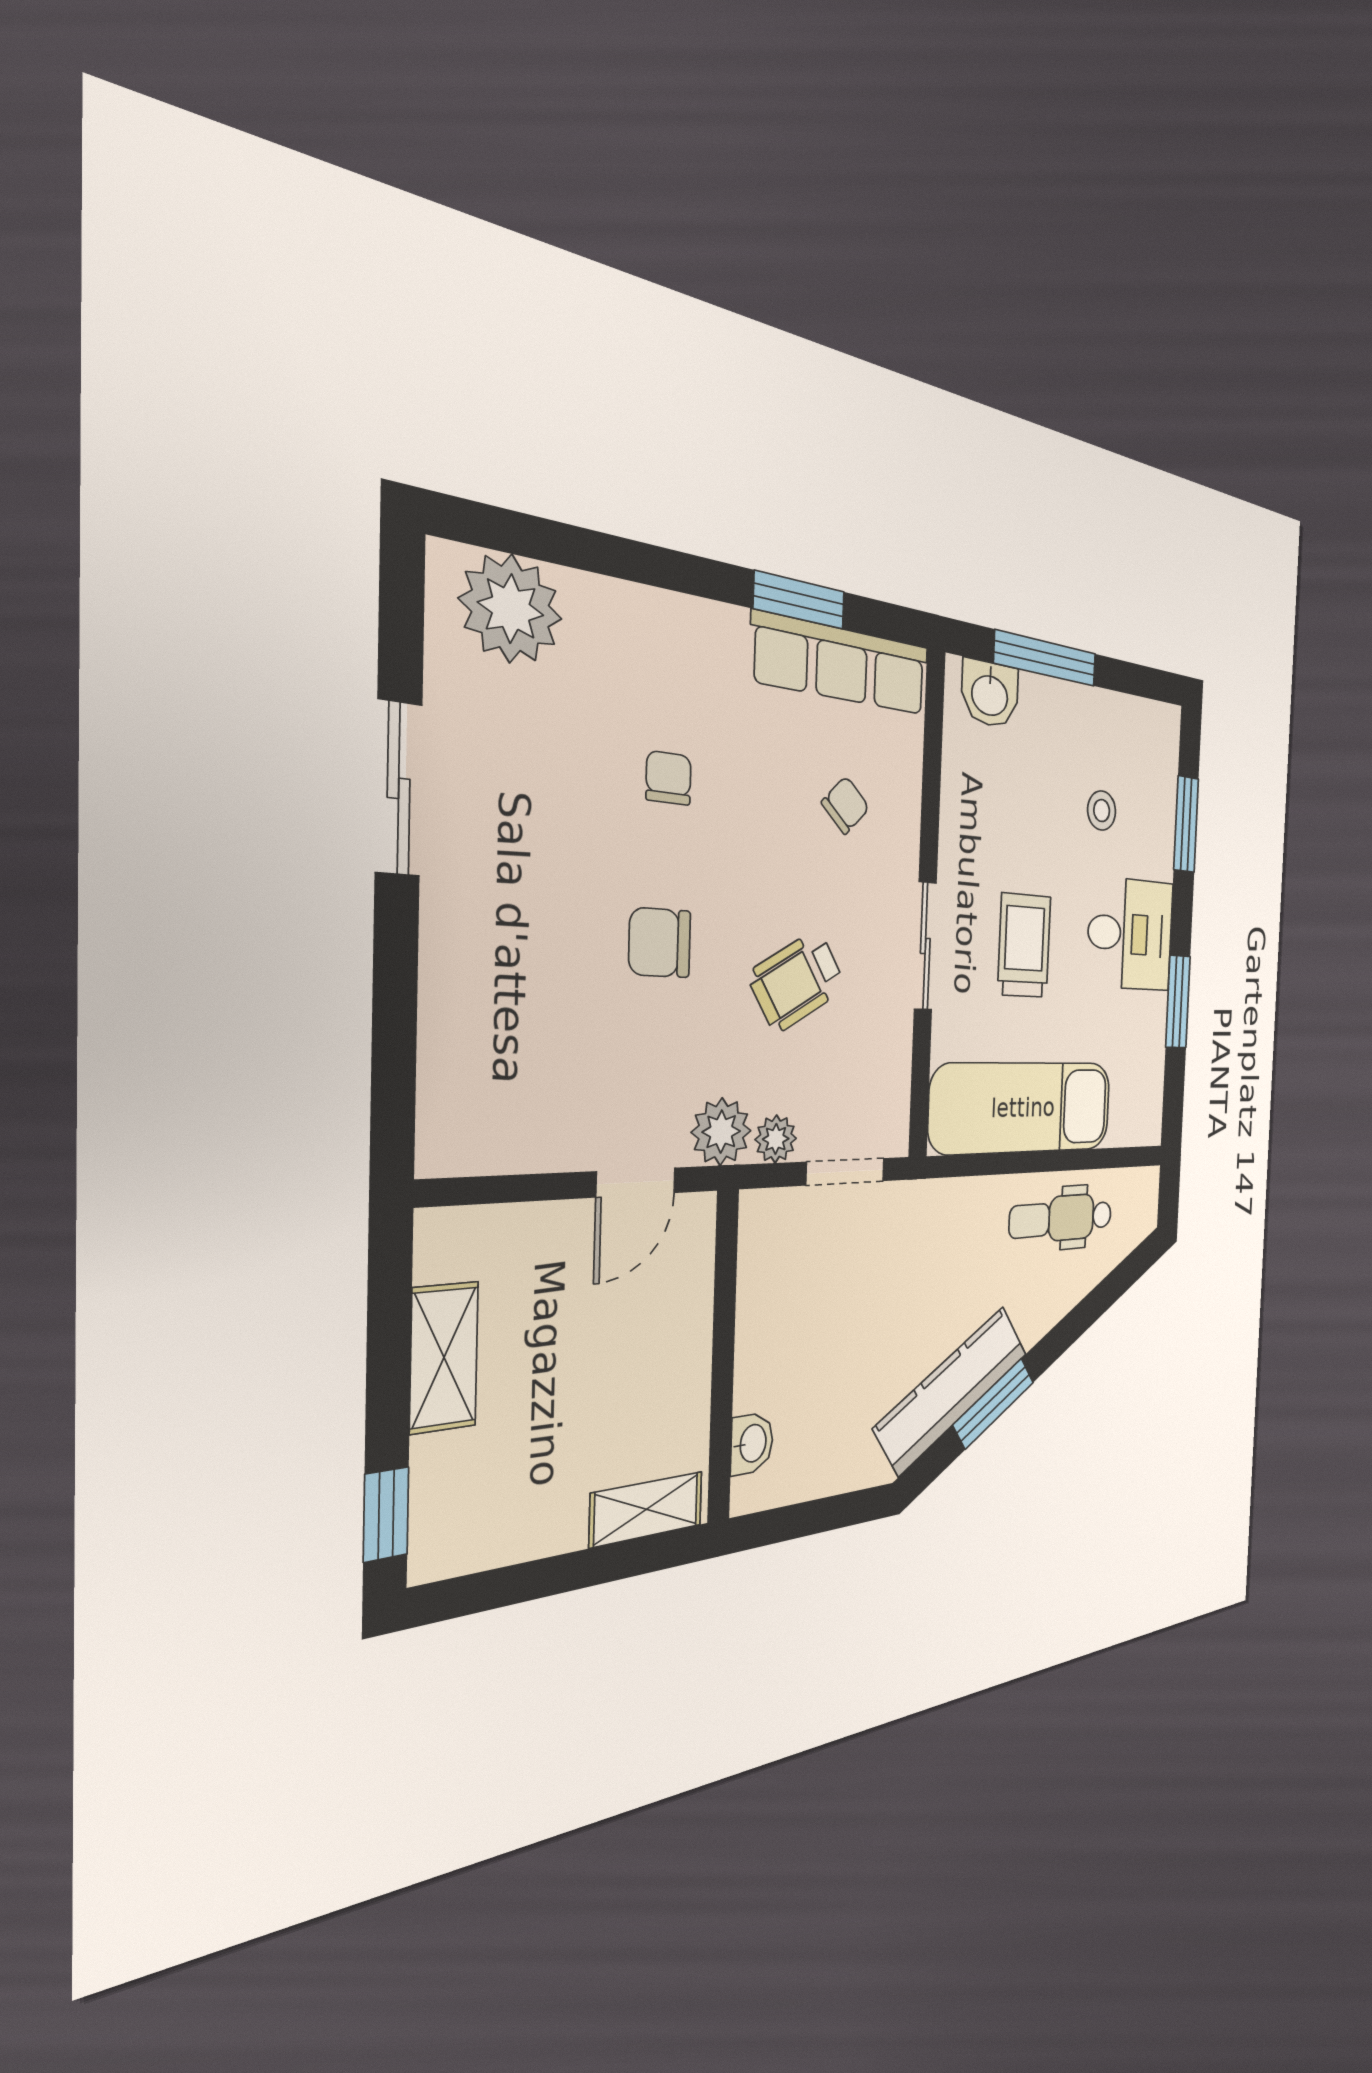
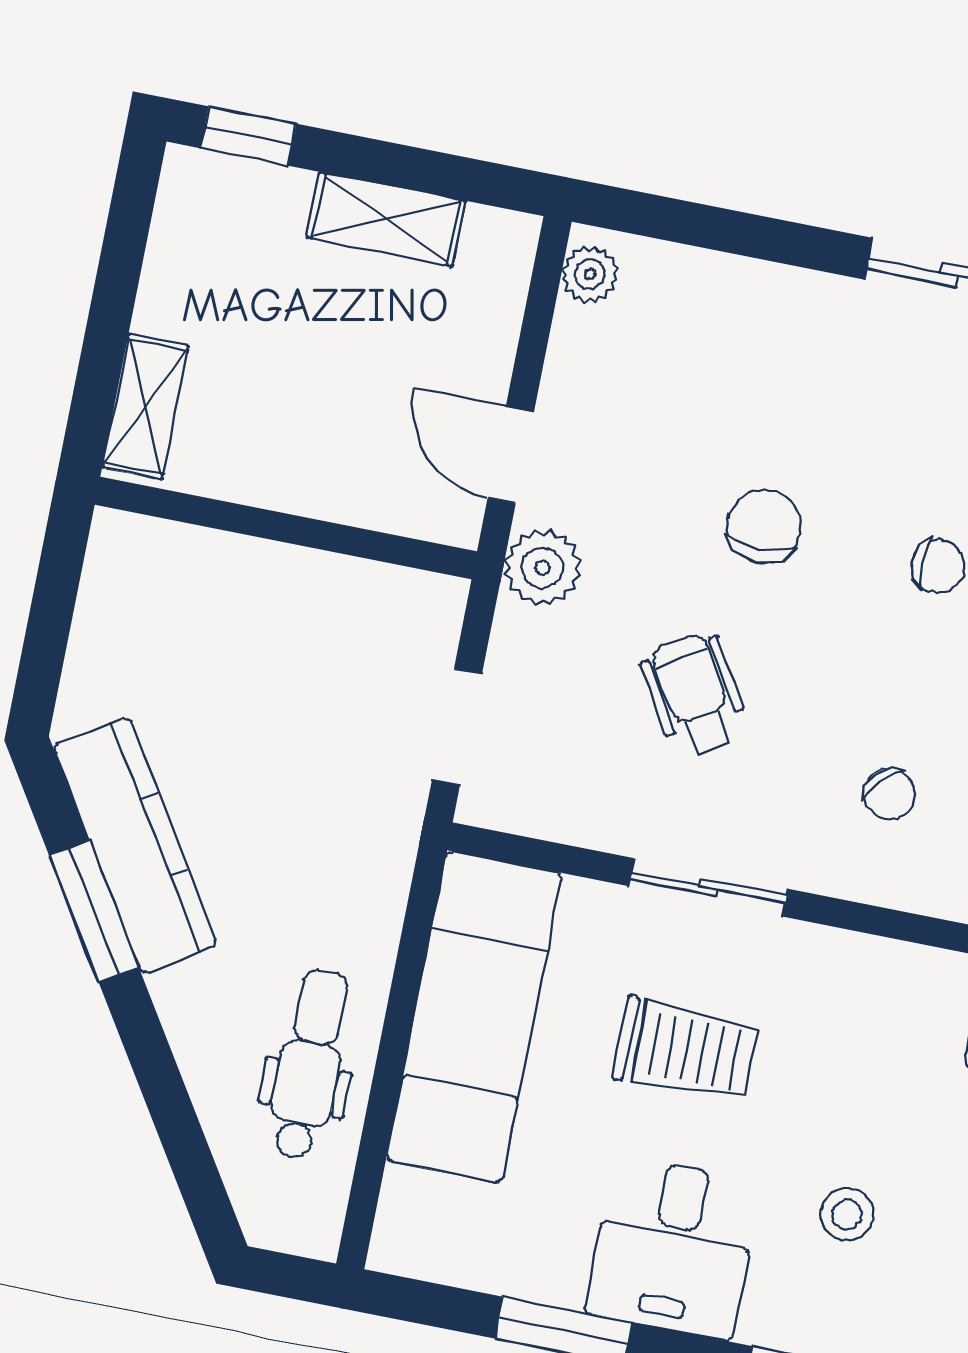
plant: (776, 1139) -> (590, 274), moved
washbasin: (752, 1443) -> (171, 548), removed

